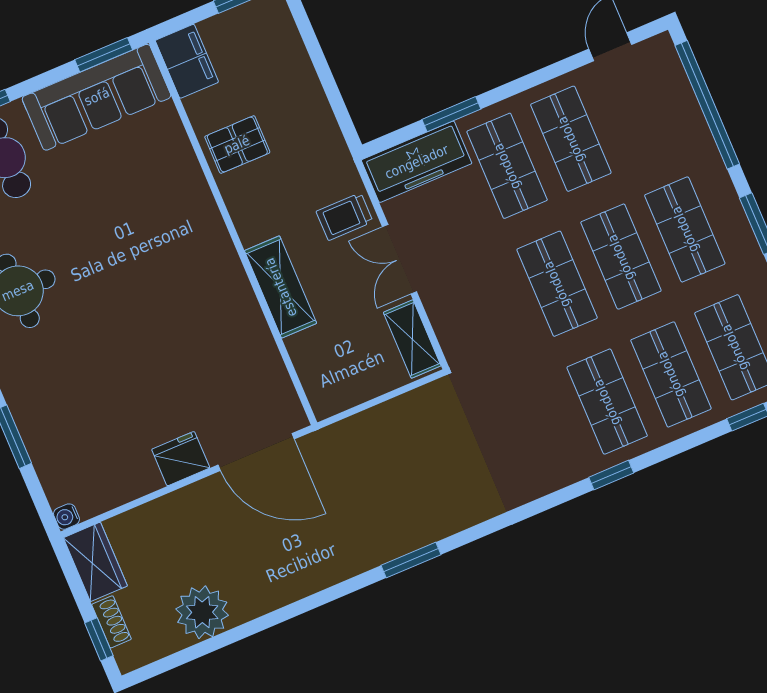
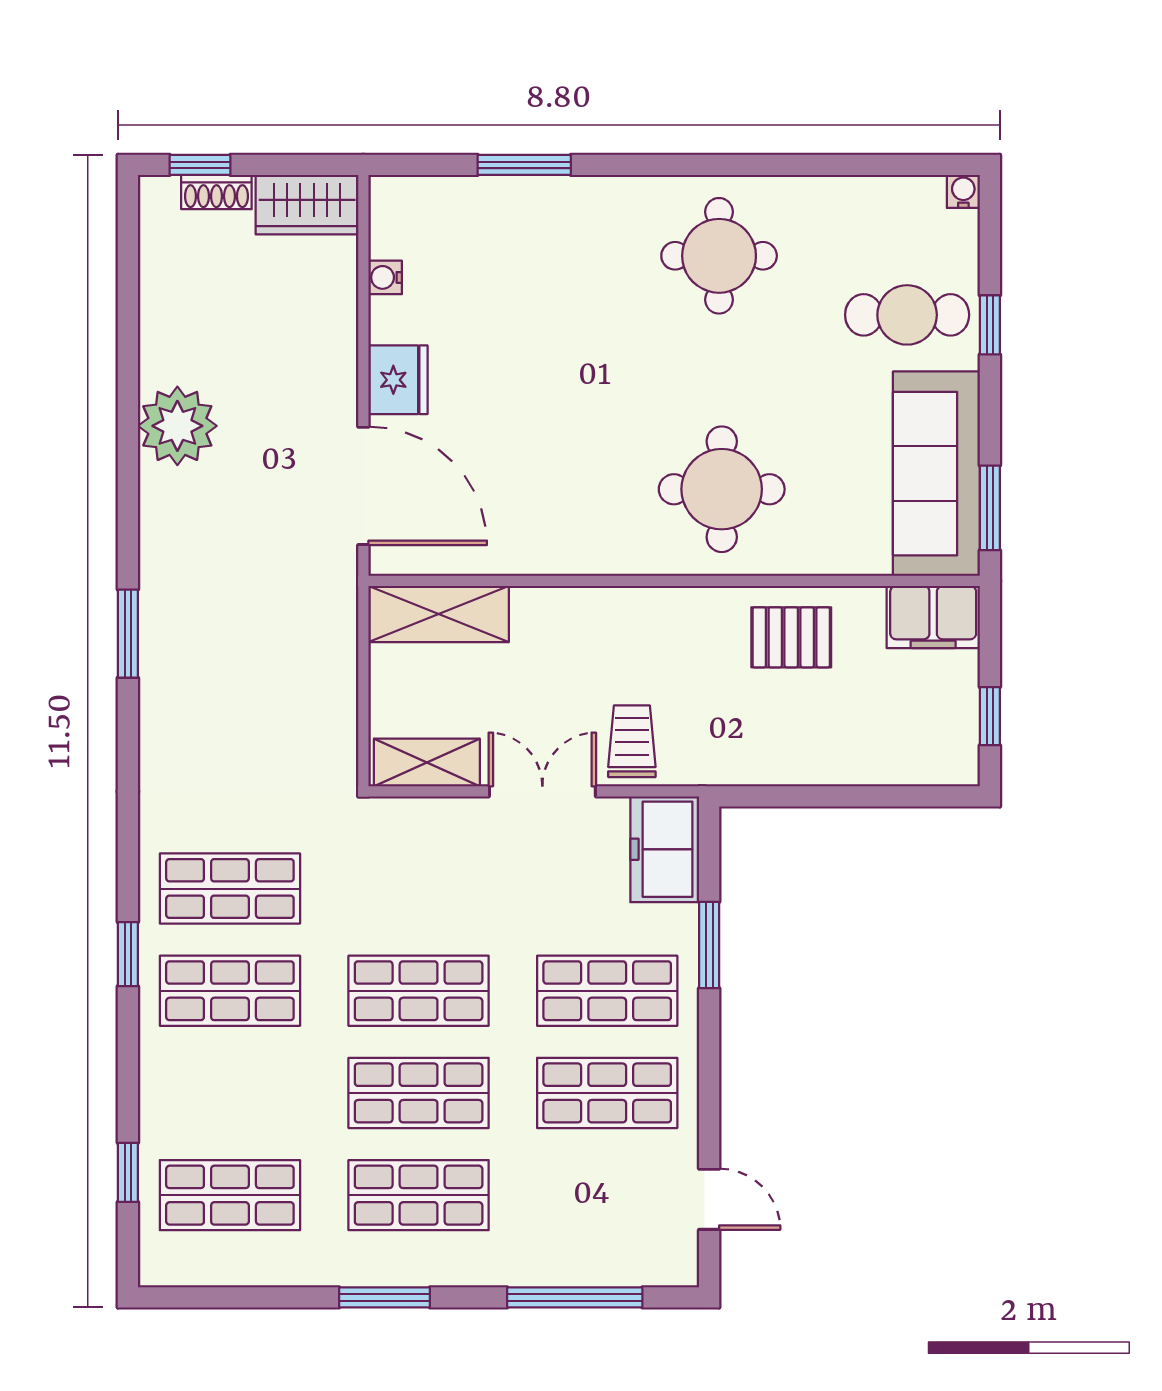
window: (707, 105) -> (575, 1297), width x0.68
pallet: (237, 145) -> (791, 637), turned 90
freezer: (417, 162) -> (665, 849), width x0.71
round table: (163, 227) -> (722, 489), added
shelving: (281, 287) -> (439, 614), moved
shop shelf: (671, 374) -> (230, 889), moved
door: (256, 452) -> (363, 486), swing flipped
water cooler: (67, 517) -> (385, 277), moved, turned -90
plant: (202, 612) -> (177, 426), moved

